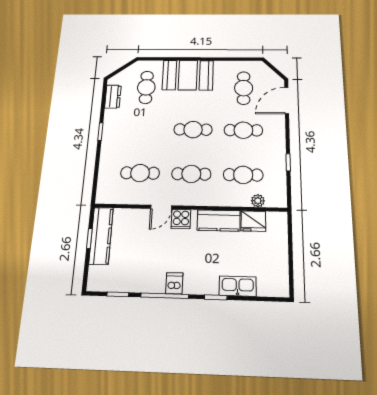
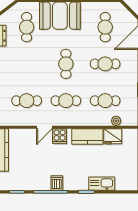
cafe table: (193, 130) -> (66, 64), turned 90

